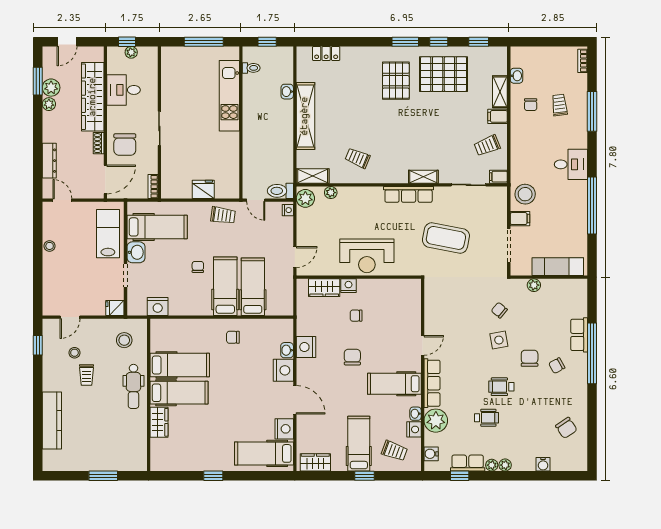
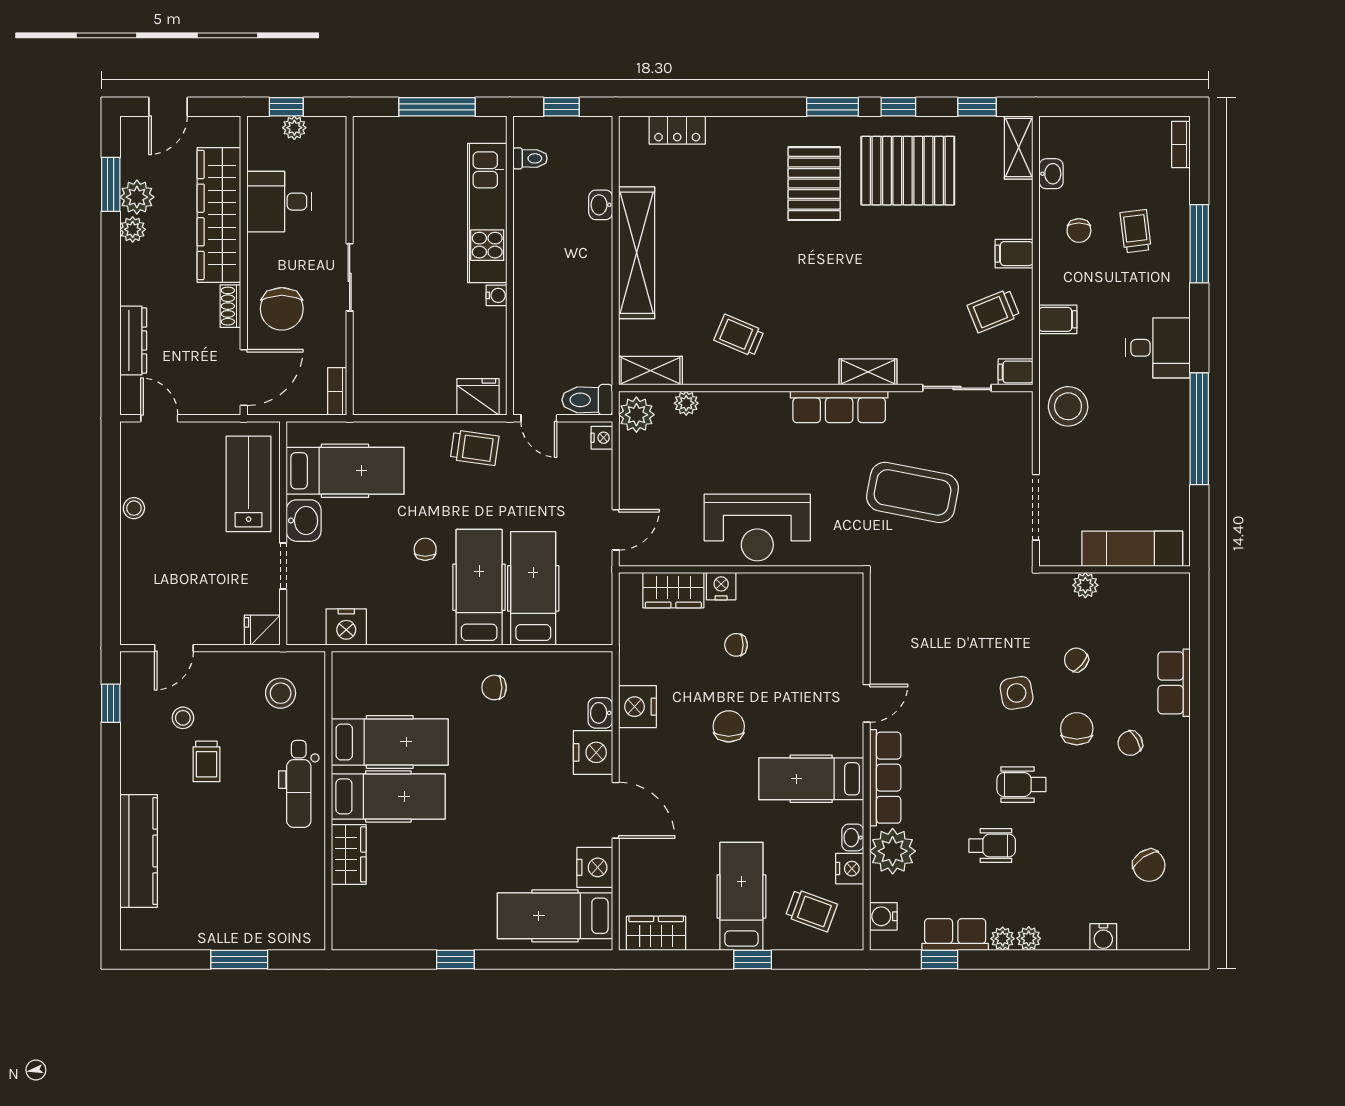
shelving: (500, 92) -> (1019, 147), moved
water cooler: (234, 138) -> (496, 295), added
fridge: (203, 189) -> (478, 397), moved
filing cabinet: (520, 219) -> (1058, 319), moved
chair: (499, 310) -> (1076, 660), moved
window: (592, 353) -> (1199, 719), removed

